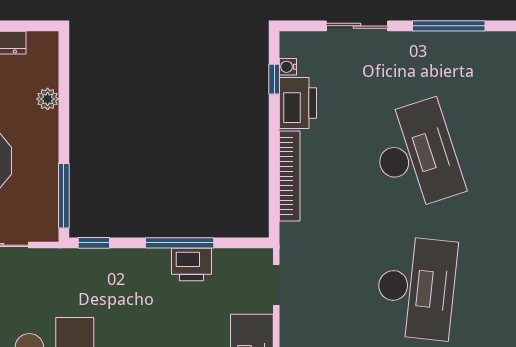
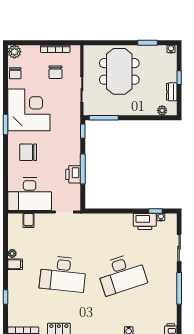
plant: (48, 99) -> (162, 110), moved
bookcase: (290, 176) -> (112, 218), removed

